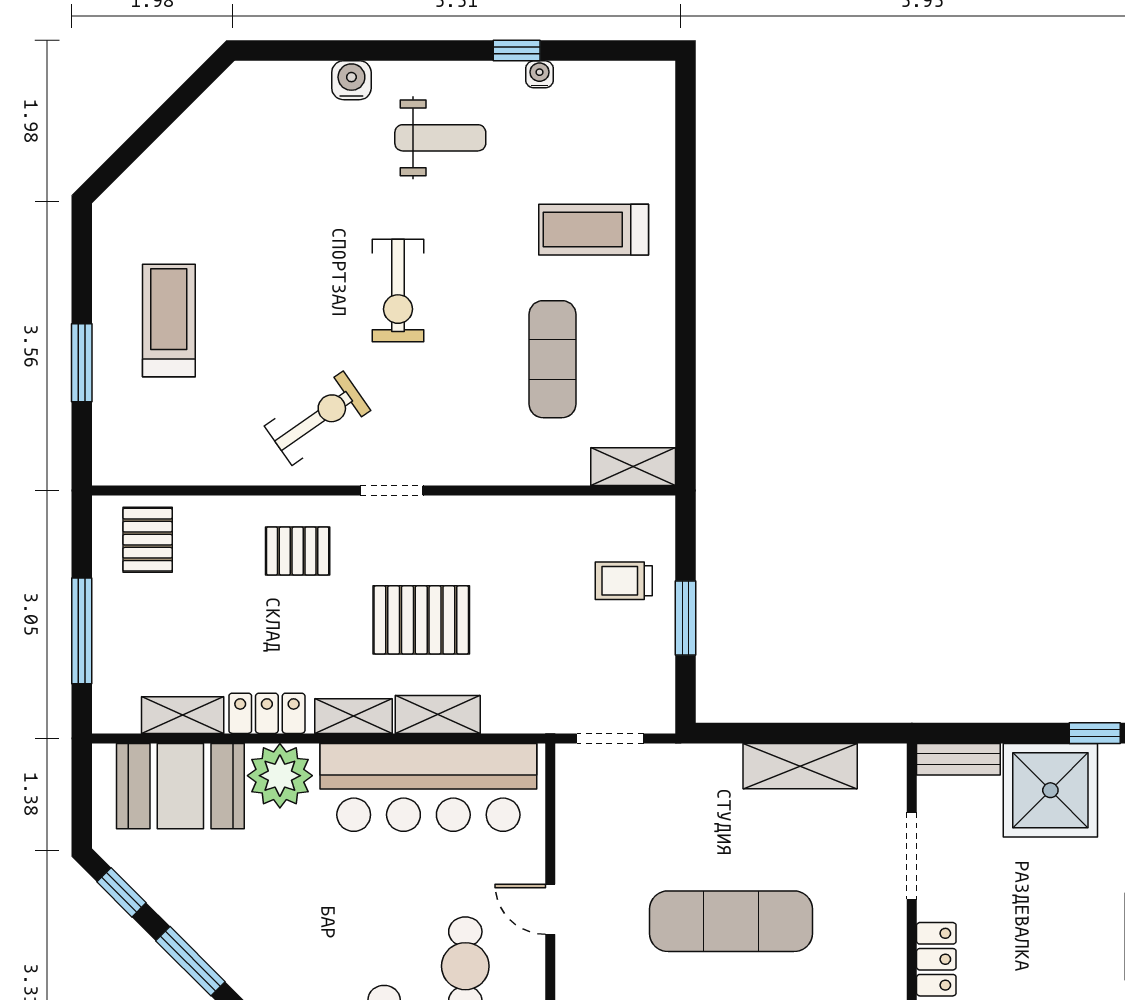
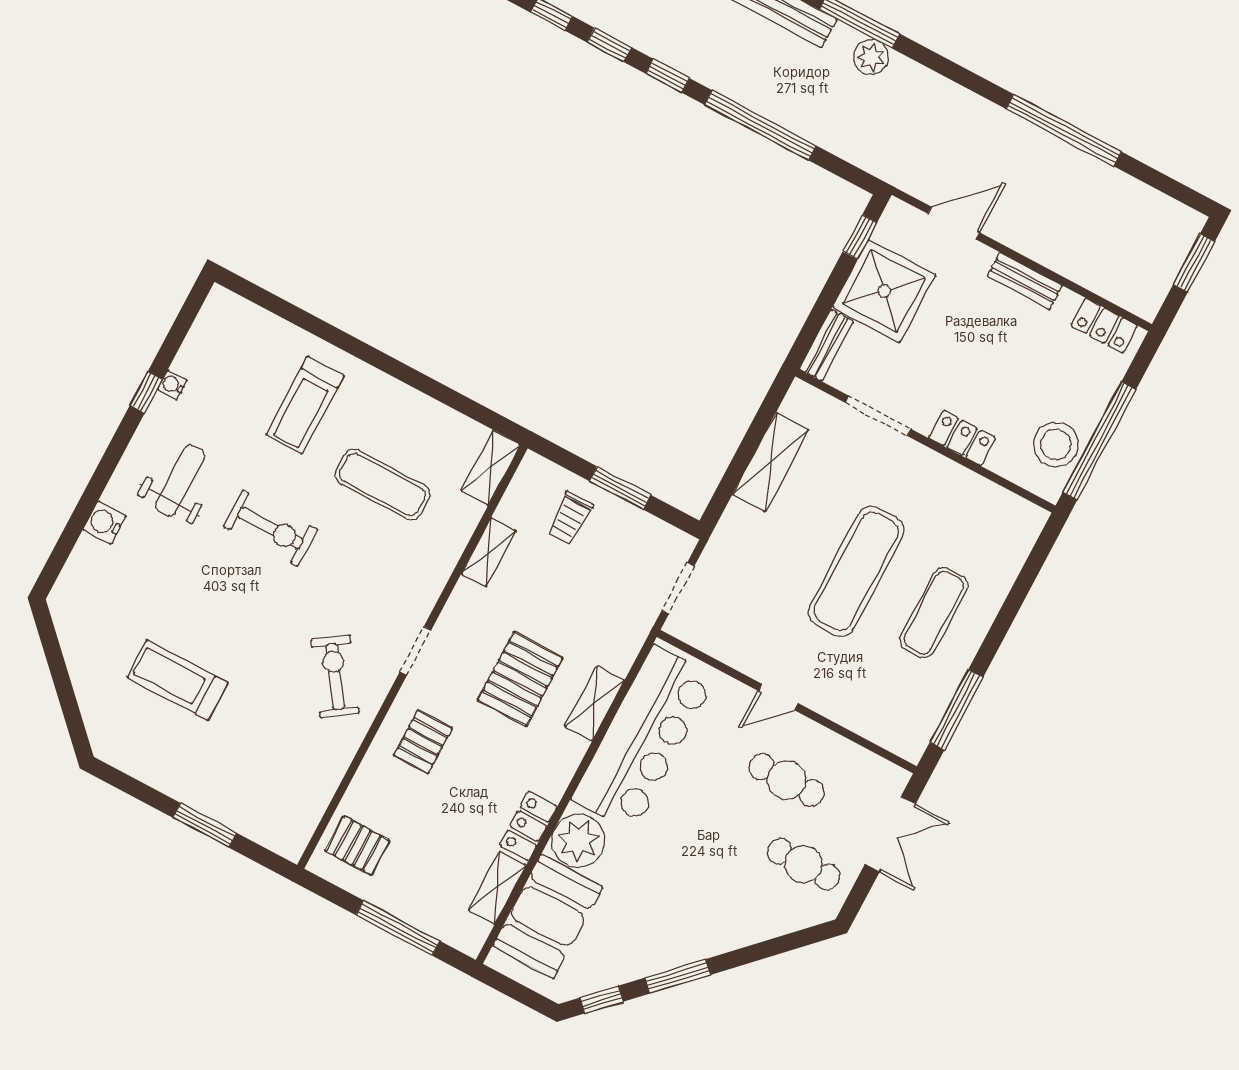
exercise bike: (398, 291) -> (270, 528), moved
treadmill: (169, 320) -> (177, 680), moved
shelving: (353, 716) -> (489, 552), moved

